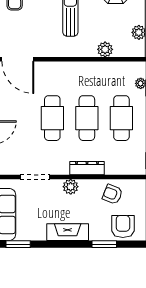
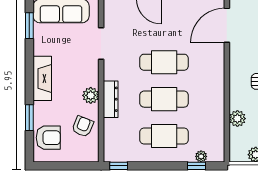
plant: (71, 187) -> (91, 95), moved

